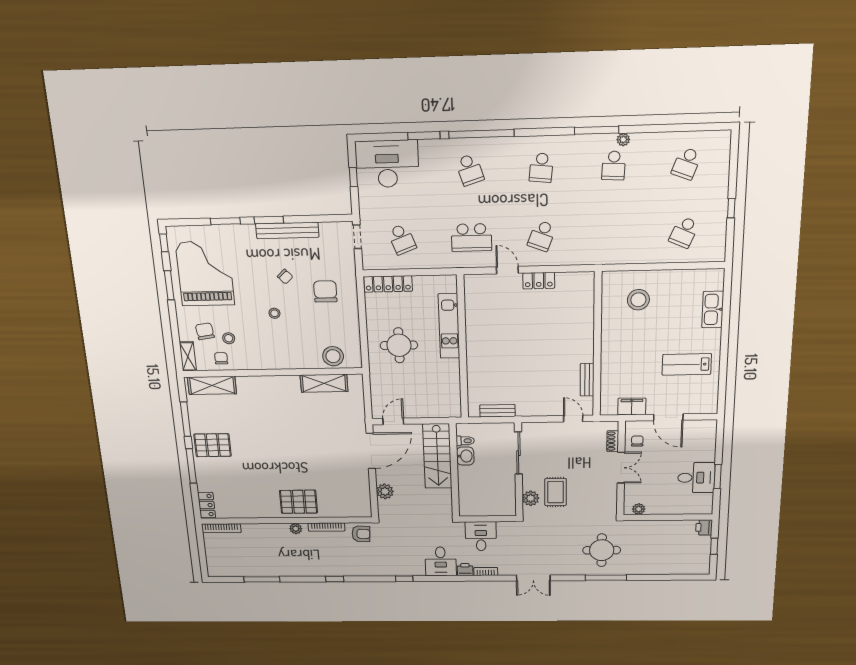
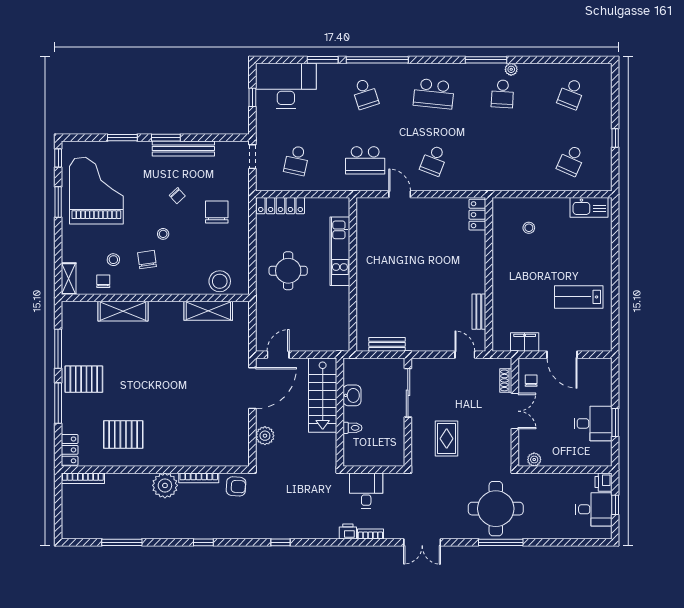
school desk: (541, 168) -> (434, 94), width x1.85
school desk: (402, 239) -> (296, 160), turned 33
locker: (539, 281) -> (477, 215), moved, turned 90
stool: (638, 300) -> (529, 228), width x0.53, depth x0.53
kitchen sink: (713, 309) -> (589, 207), moved, turned -90
chair: (205, 331) -> (147, 260), moved
shelving: (212, 385) -> (123, 311), moved
toilet: (465, 441) -> (352, 428), moved
plant: (531, 498) -> (420, 446), removed
pallet: (298, 502) -> (123, 434), moved
plant: (296, 529) -> (165, 485), width x1.88, depth x1.88
round table: (602, 550) -> (496, 509), width x1.36, depth x1.36
desk: (441, 561) -> (594, 509), moved, turned -90

